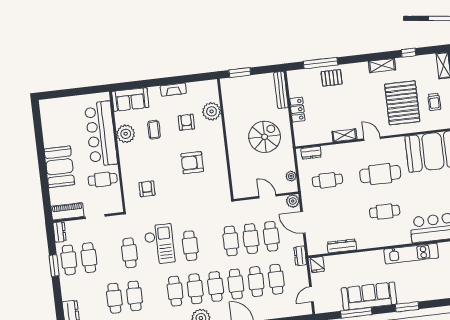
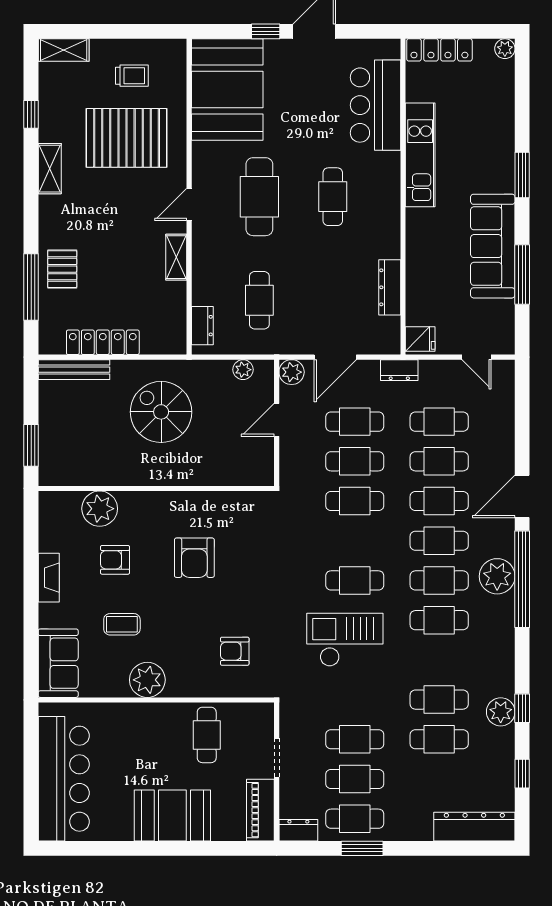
locker: (297, 110) -> (103, 342), width x1.53
bar counter: (101, 134) -> (64, 779), moved, turned -90
plant: (126, 134) -> (147, 680), moved
cafe table: (129, 253) -> (355, 739), moved

